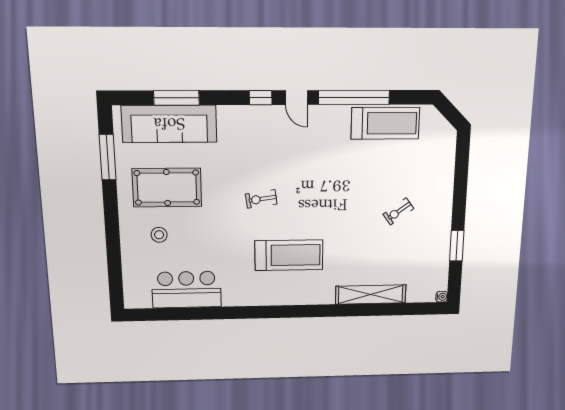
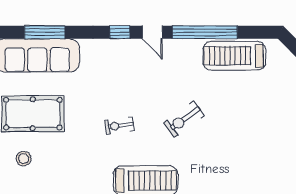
treadmill: (385, 123) -> (234, 56), turned 180
exercise bike: (398, 211) -> (184, 119), moved, width x1.38, depth x1.39

